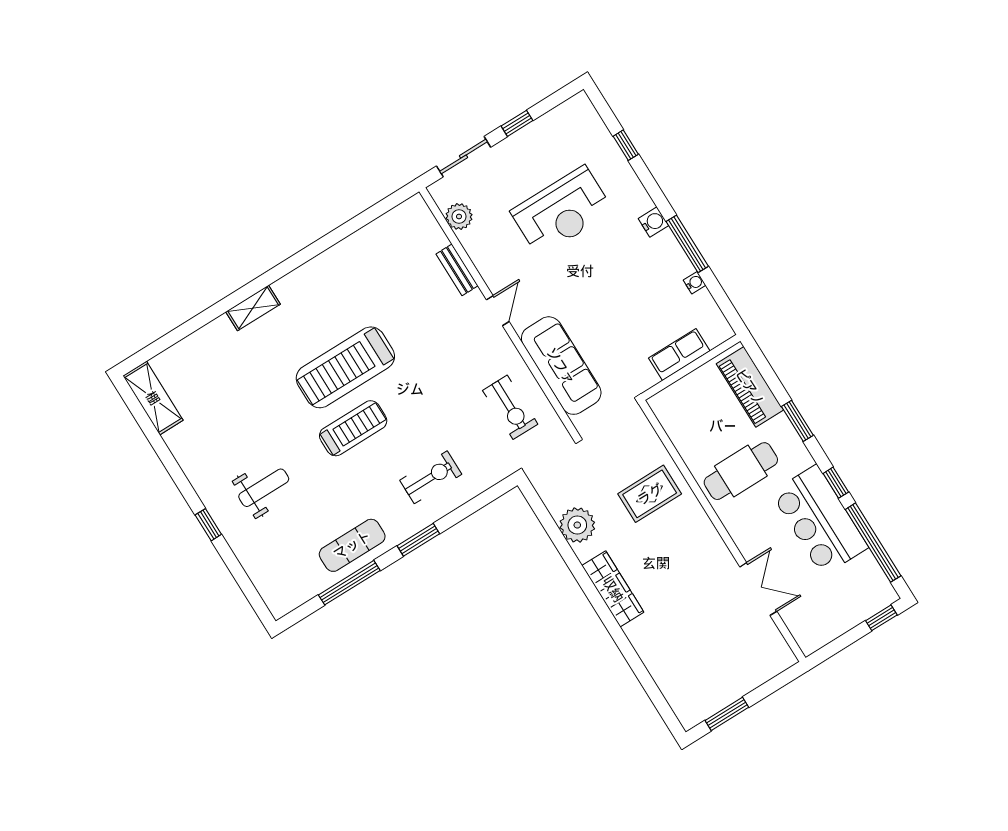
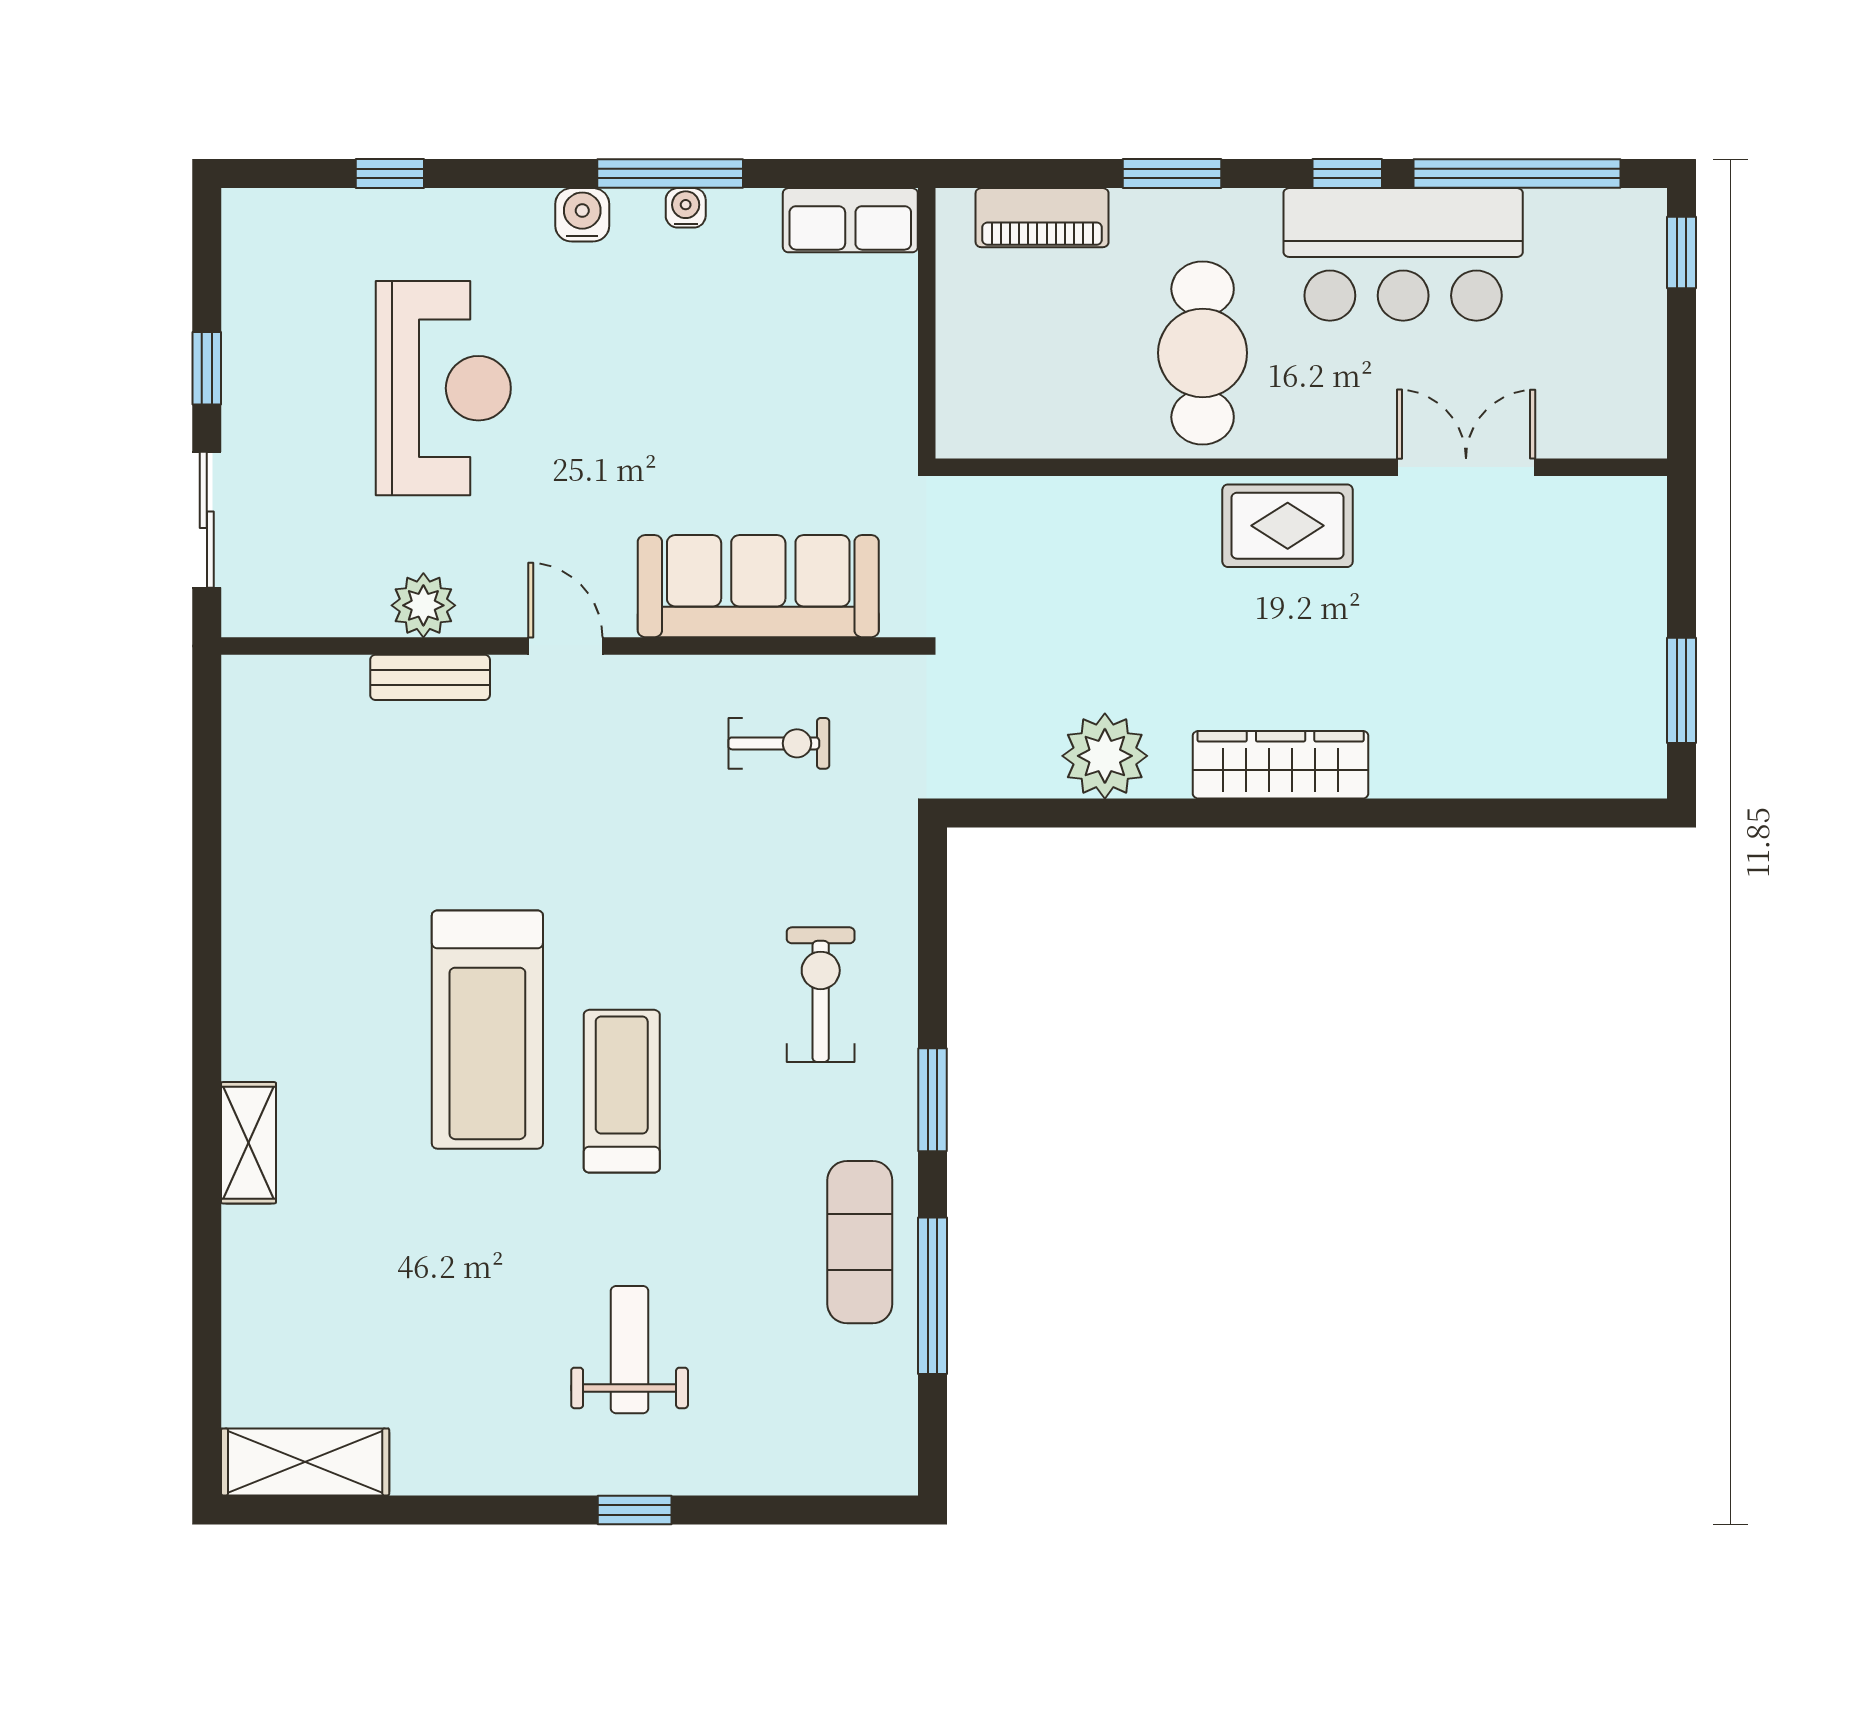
plant: (459, 216) -> (423, 605), moved
water cooler: (695, 283) -> (686, 208), moved
row of seats: (679, 355) -> (850, 220), moved, turned -90
piano: (750, 387) -> (1042, 218), width x0.73, depth x0.75
exercise bike: (510, 407) -> (779, 743), width x0.73, depth x0.72
rug: (650, 494) -> (1288, 526), moved, turned 90

